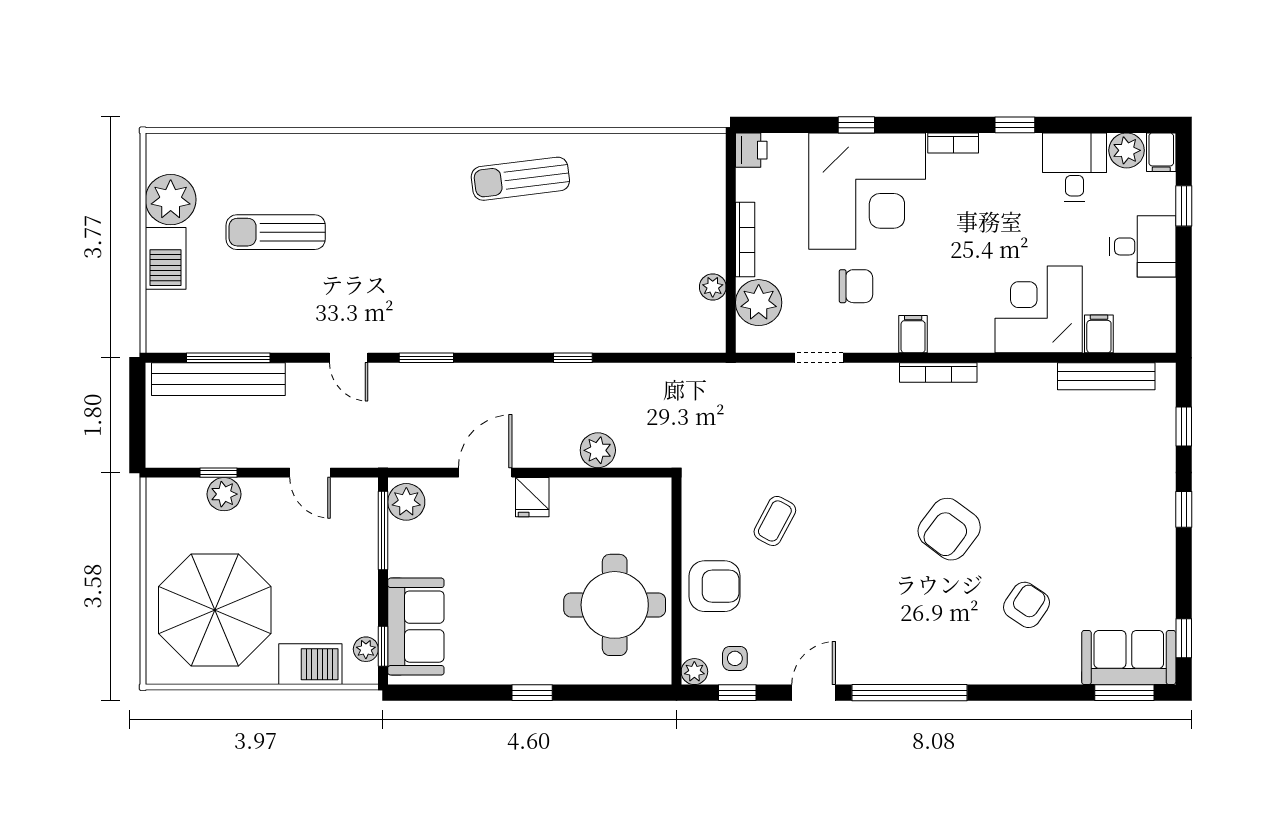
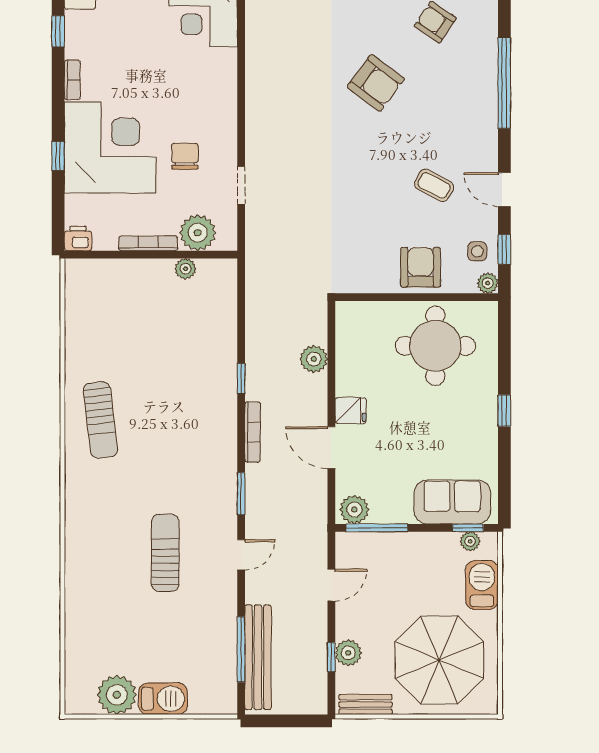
sun lounger: (276, 232) -> (165, 553), moved, turned 180
filing cabinet: (913, 334) -> (222, 111), removed
bookcase: (938, 372) -> (253, 432), moved
bench: (158, 516) -> (365, 704), added
coffee table: (775, 521) -> (434, 185), moved
window: (909, 693) -> (504, 83), moved

